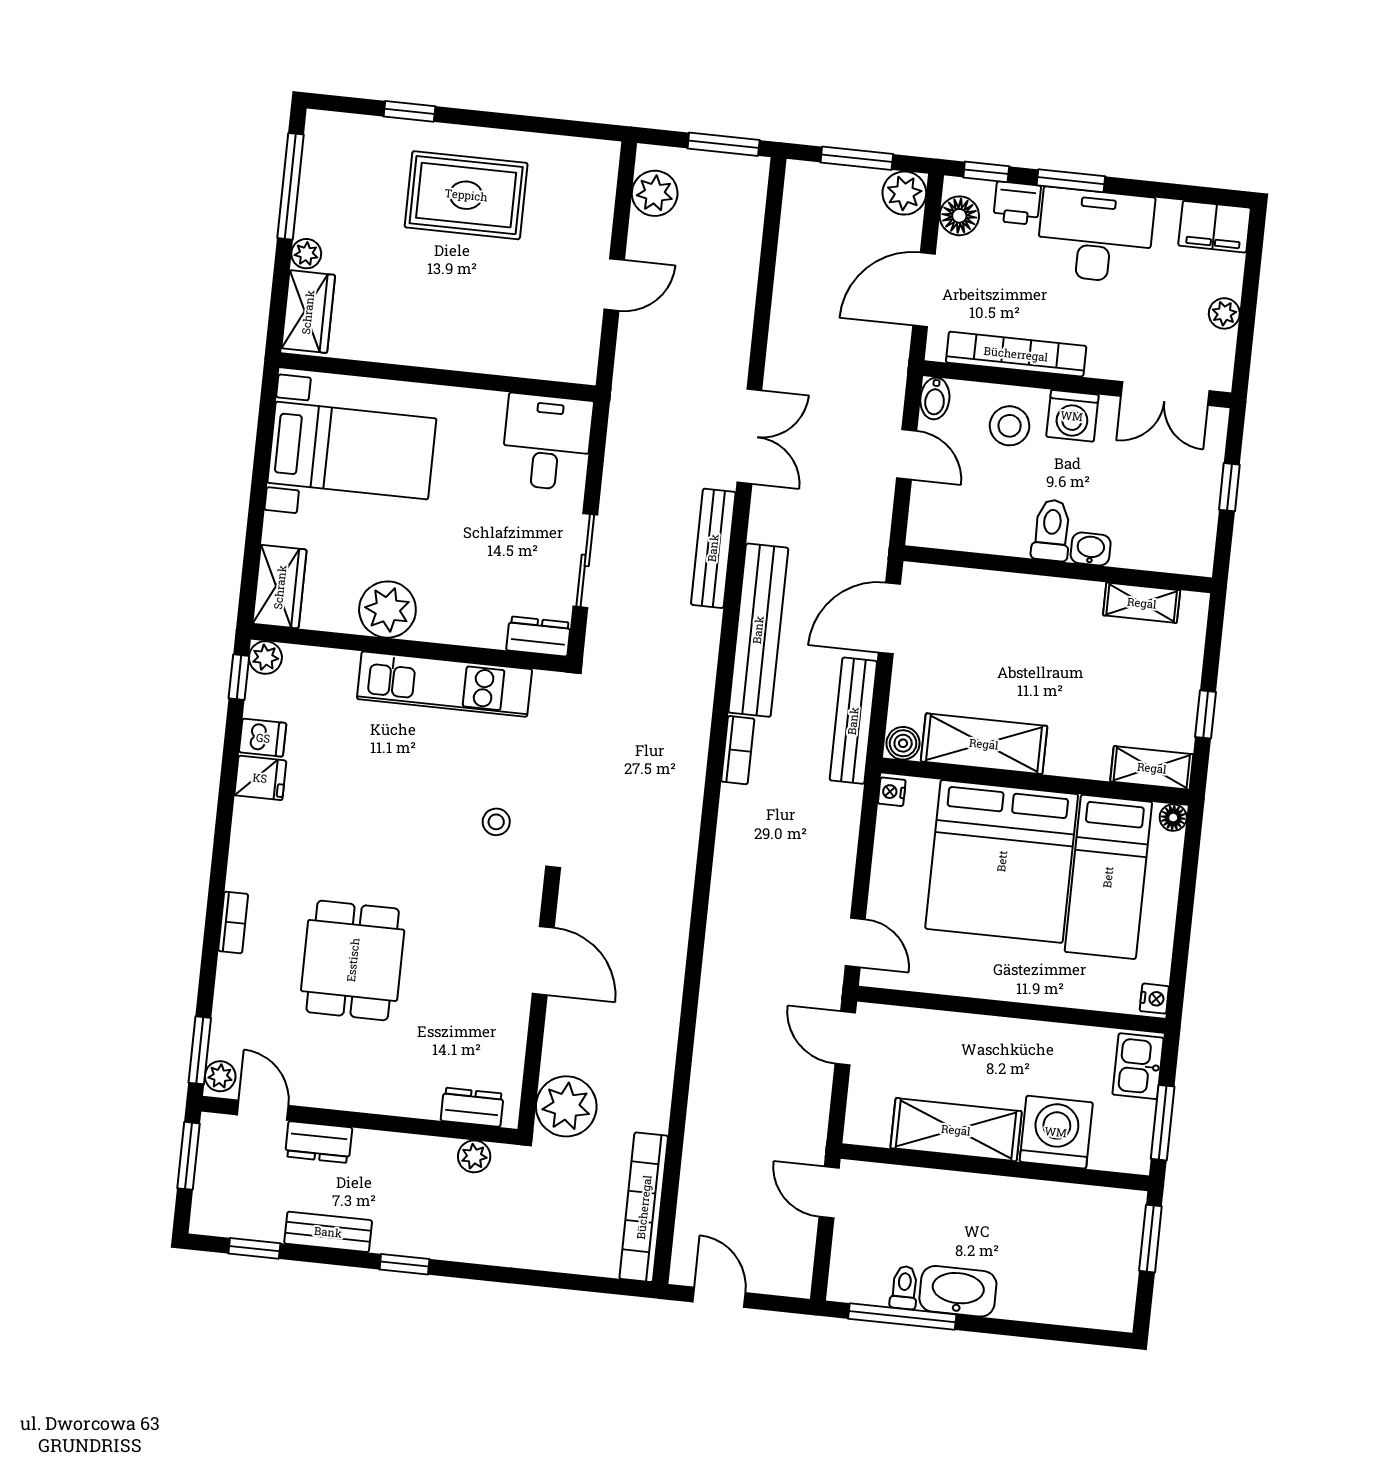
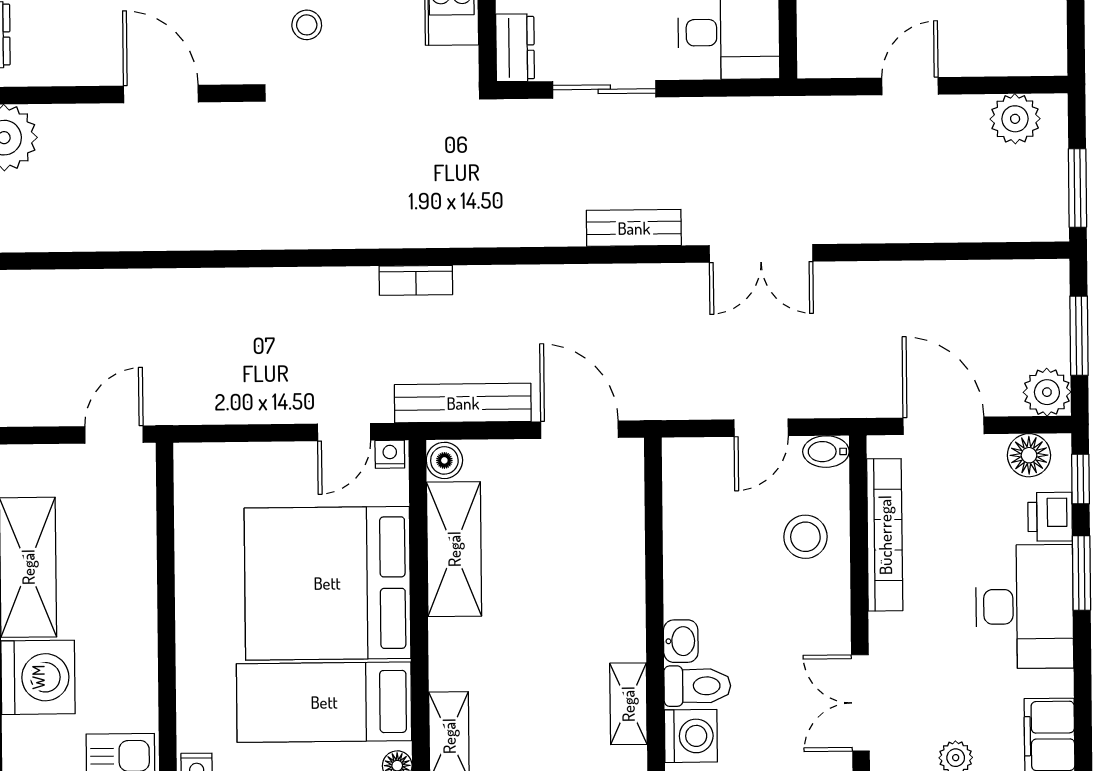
door: (614, 285) -> (910, 86), swing flipped
washing machine: (1072, 416) -> (691, 736), moved, turned 180
toilet: (1052, 530) -> (697, 686), moved
bench: (713, 548) -> (634, 228), width x0.73
bench: (758, 630) -> (550, 288), removed
door: (855, 942) -> (344, 432), moved
door: (543, 961) -> (161, 94), swing flipped

